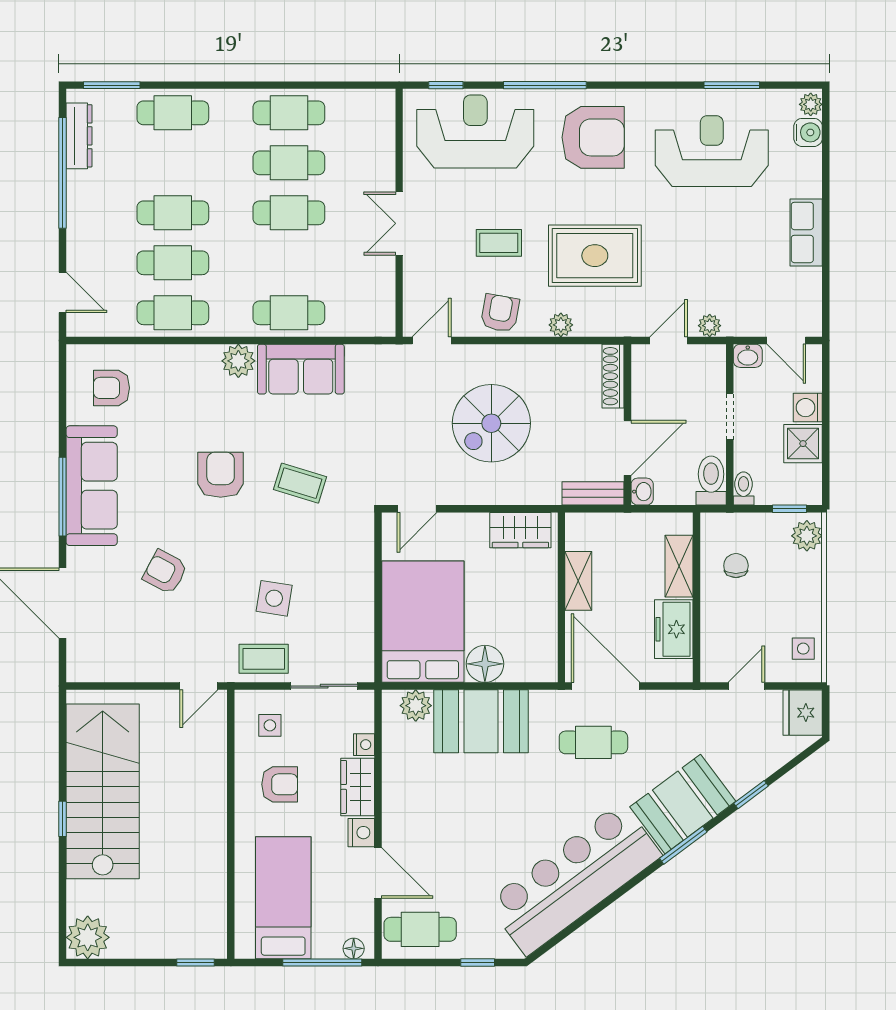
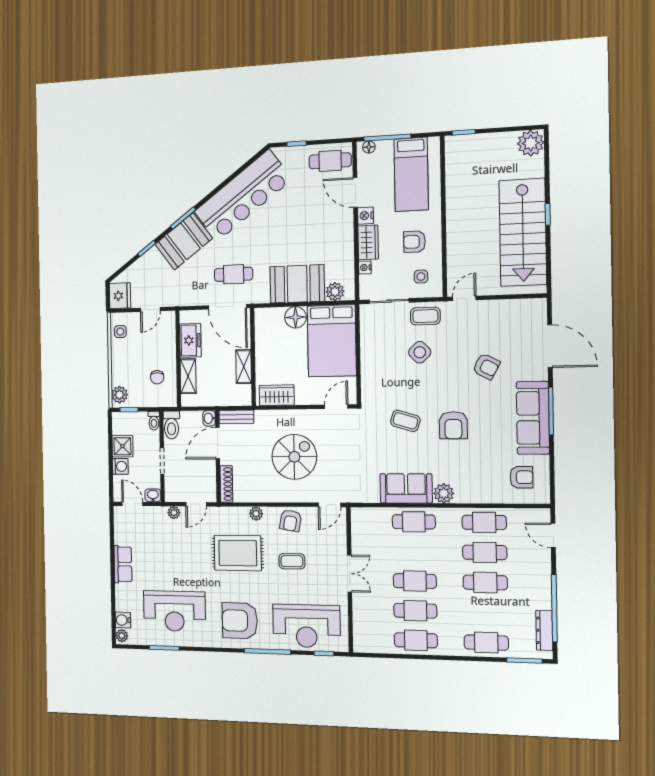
side table: (274, 598) -> (420, 352), turned 37

